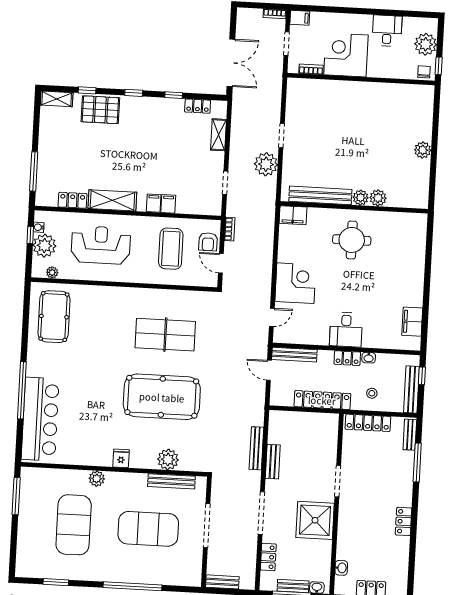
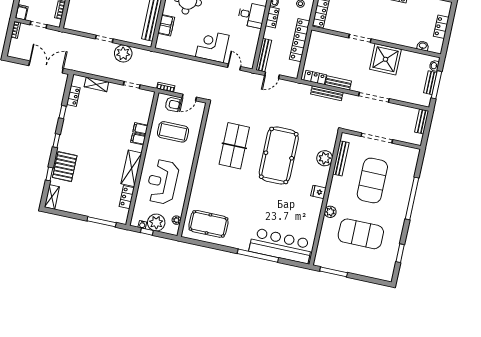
filing cabinet: (293, 215) -> (166, 25), moved
locker: (268, 557) -> (315, 77), moved
bench: (222, 582) -> (422, 121), moved

